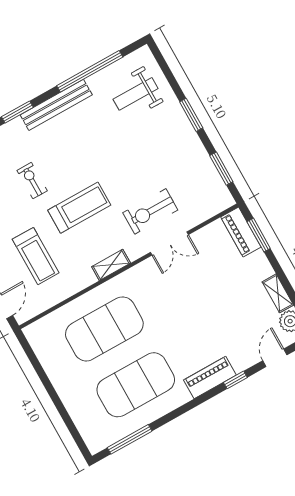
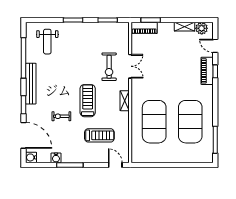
piano: (210, 378) -> (207, 71), moved

